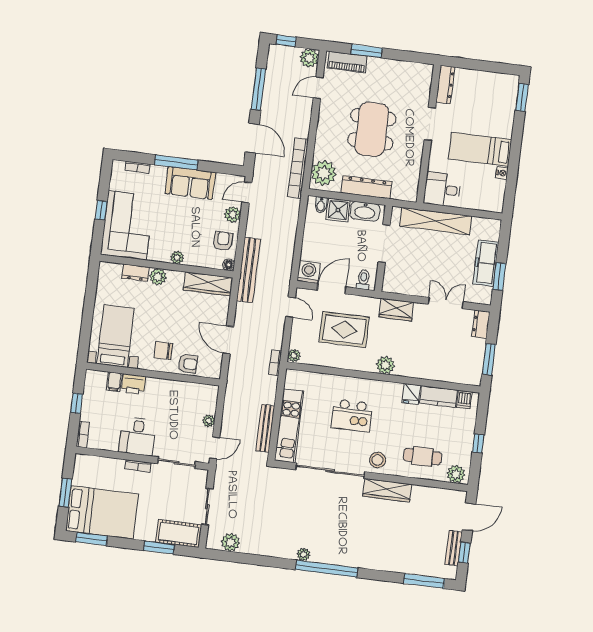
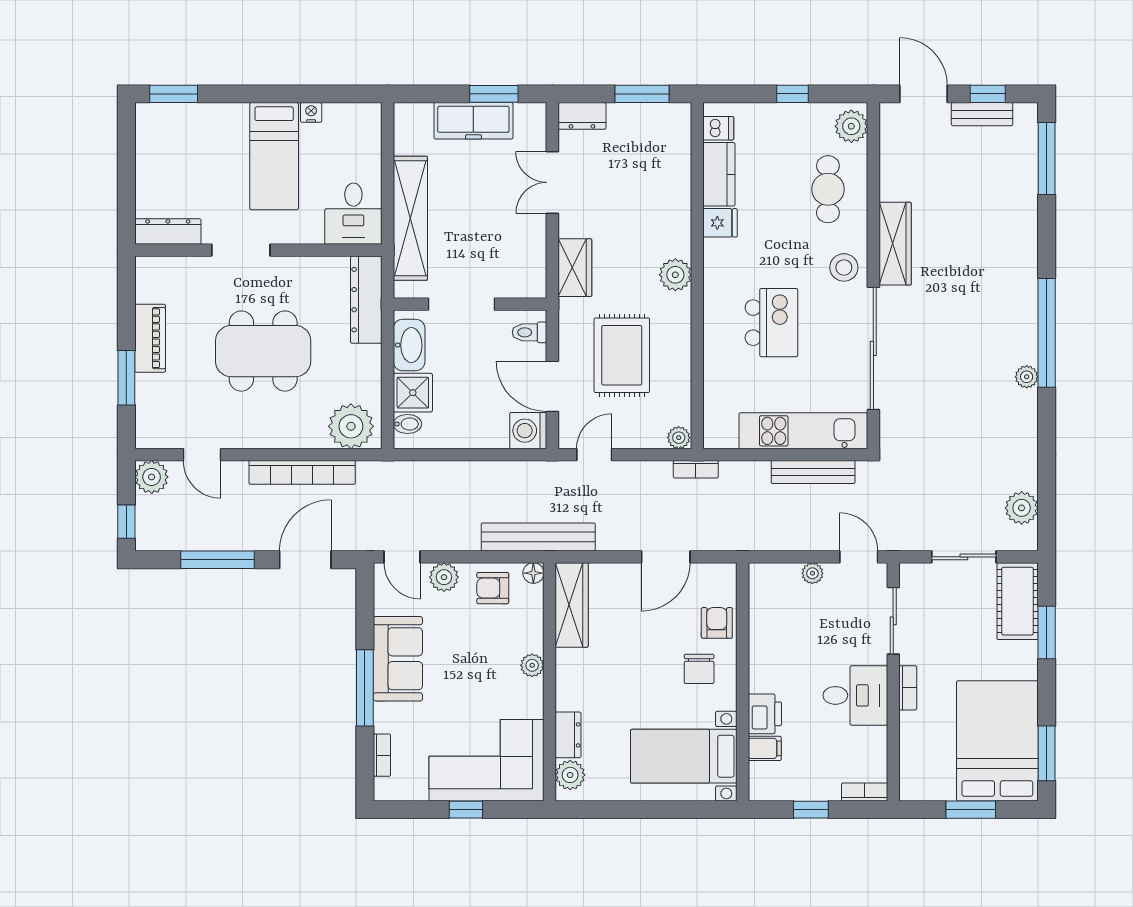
piano: (347, 62) -> (150, 338), moved
bookcase: (298, 168) -> (302, 472), moved
dresser: (367, 187) -> (366, 300), moved
plant: (158, 277) -> (570, 775), moved

